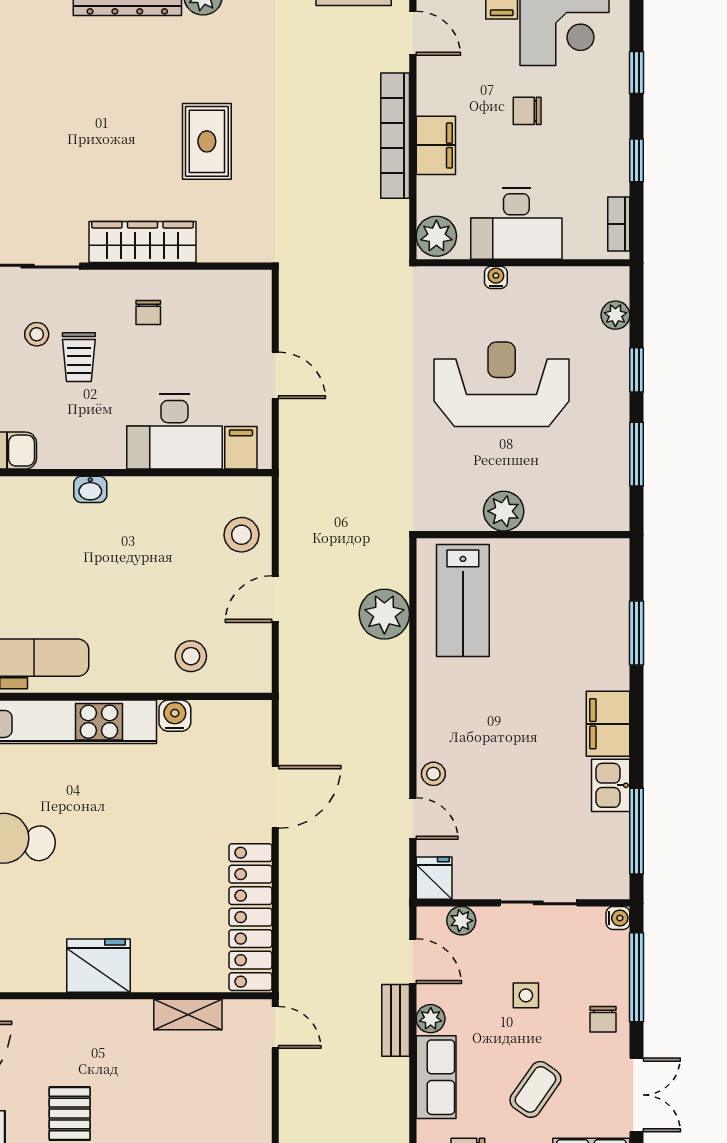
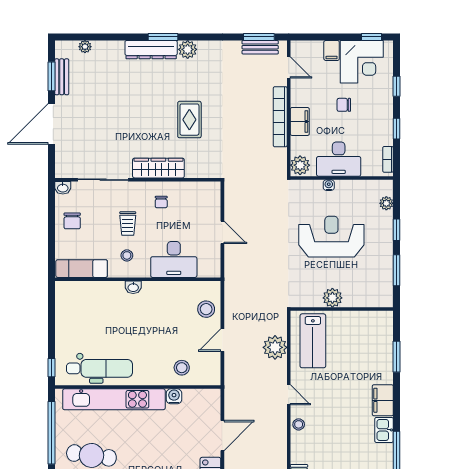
stool: (37, 334) -> (127, 255), moved
filing cabinet: (241, 448) -> (206, 267), removed
door: (413, 818) -> (289, 395), moved

